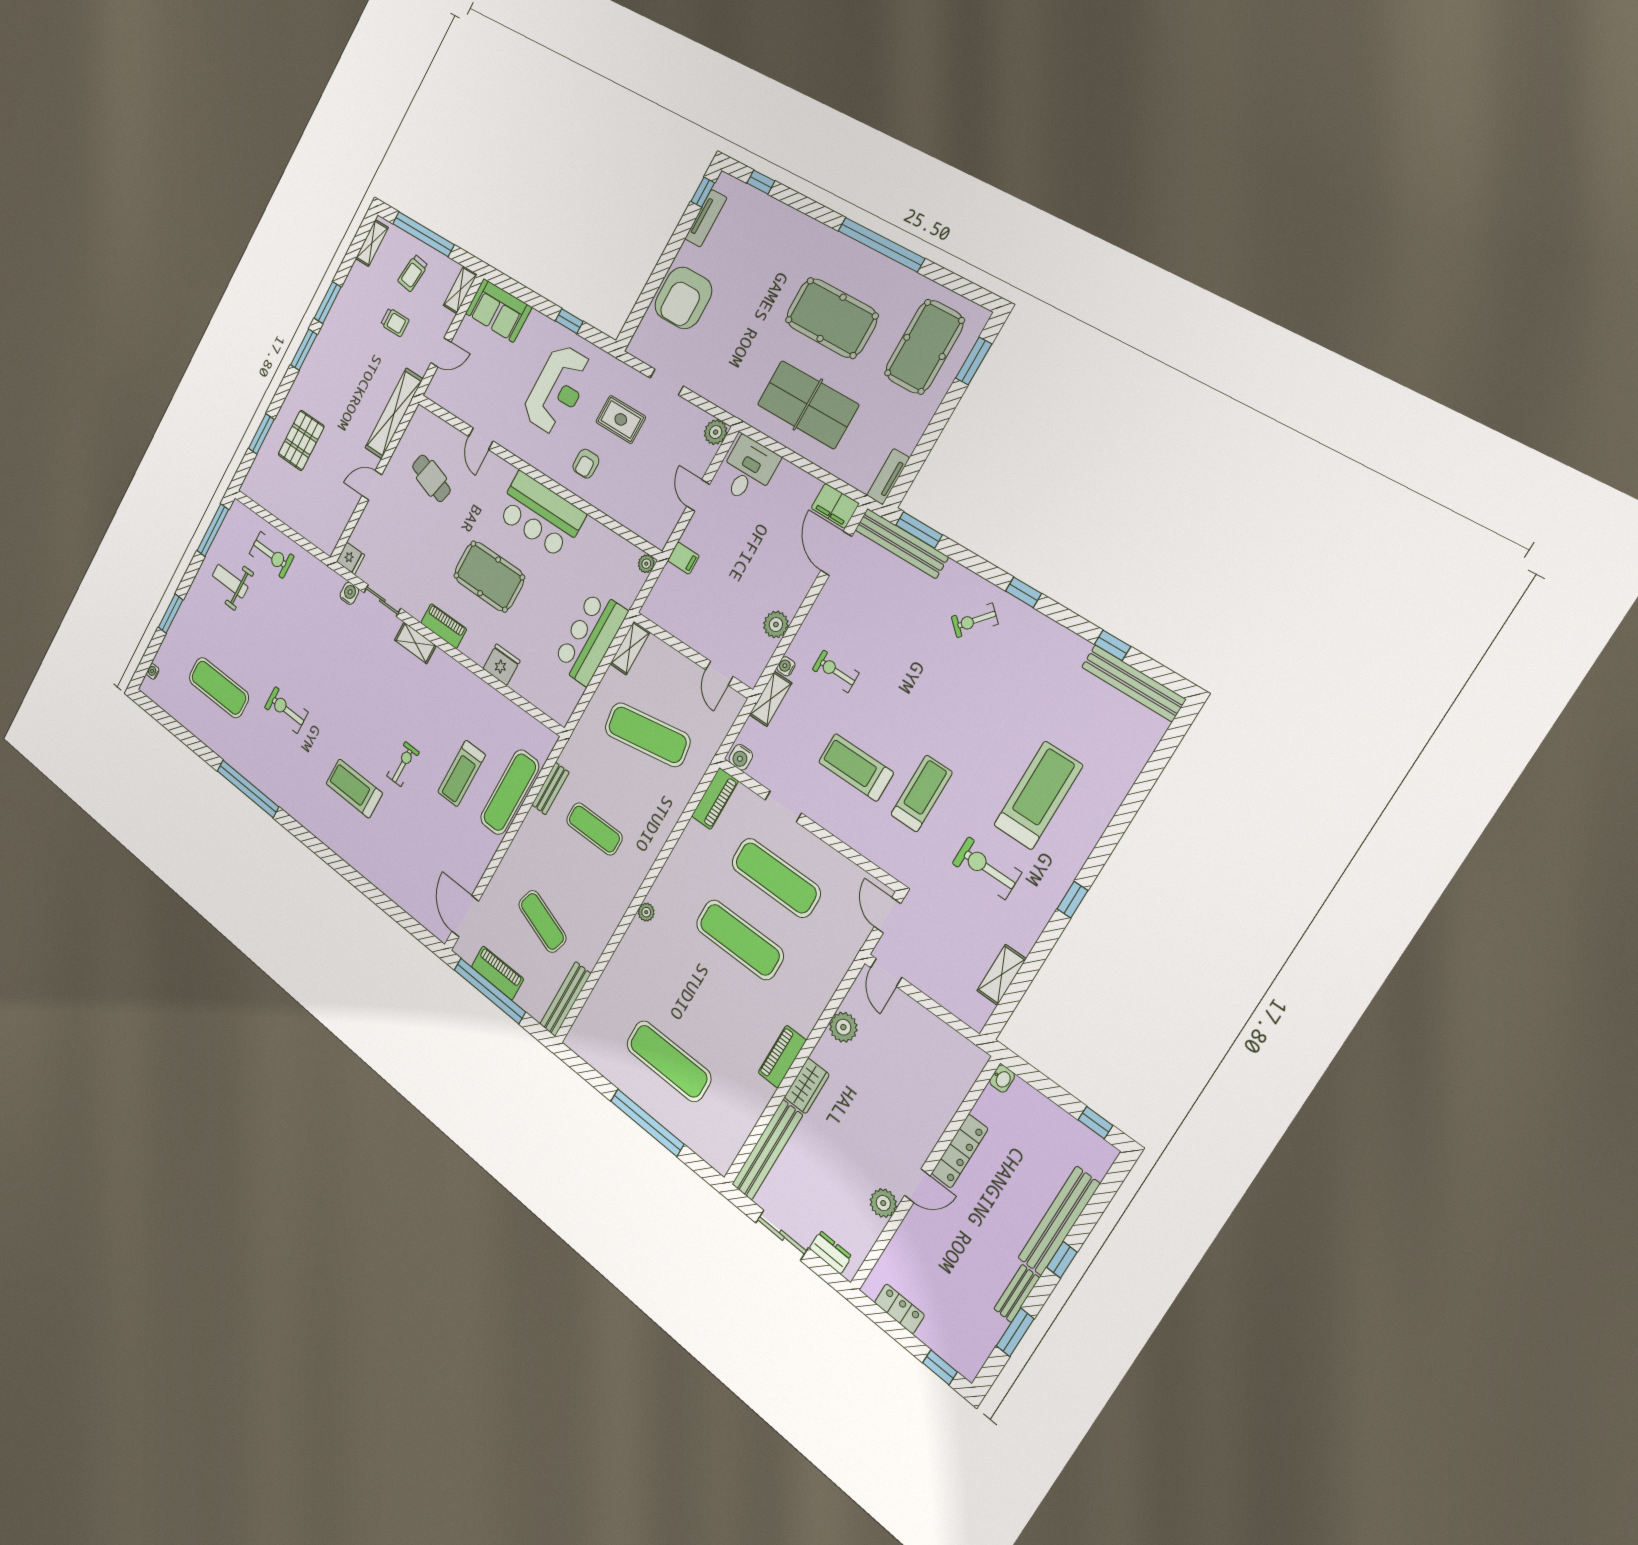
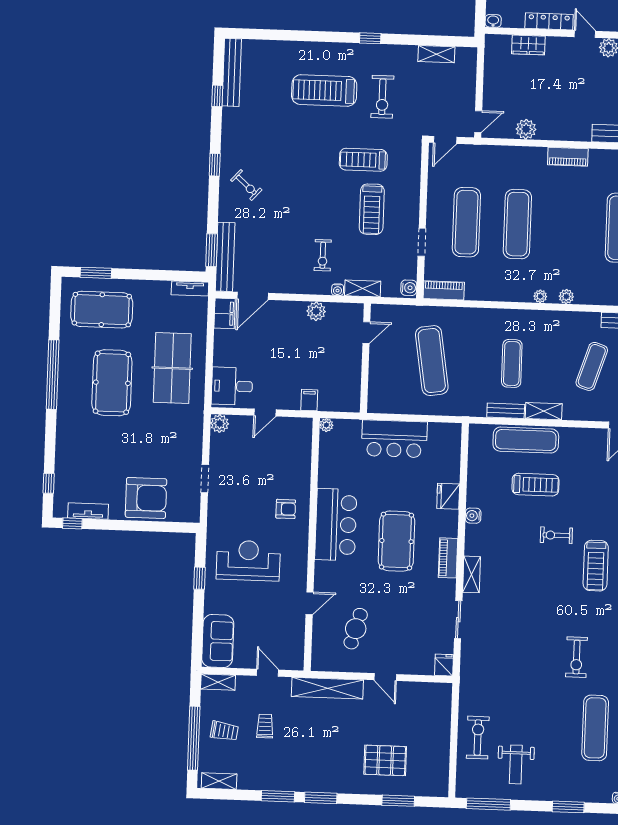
rug: (621, 419) -> (245, 499), removed
water cooler: (349, 593) -> (473, 516), moved
shelving: (630, 648) -> (544, 411), moved
plant: (630, 943) -> (566, 296), added
wardrobe: (807, 1086) -> (528, 45), moved, turned 180

